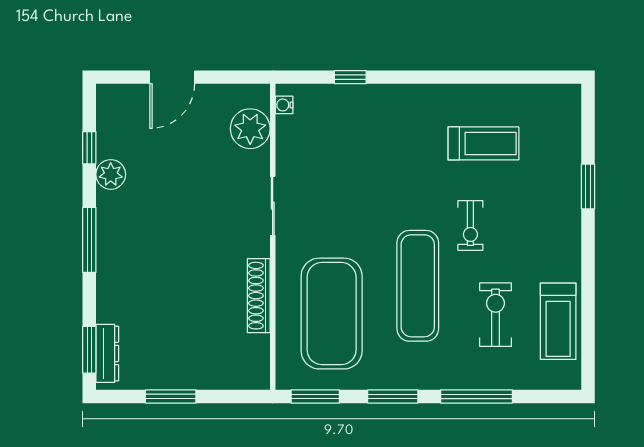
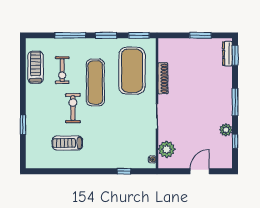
exercise bike: (470, 225) -> (73, 108), width x1.38, depth x1.39

